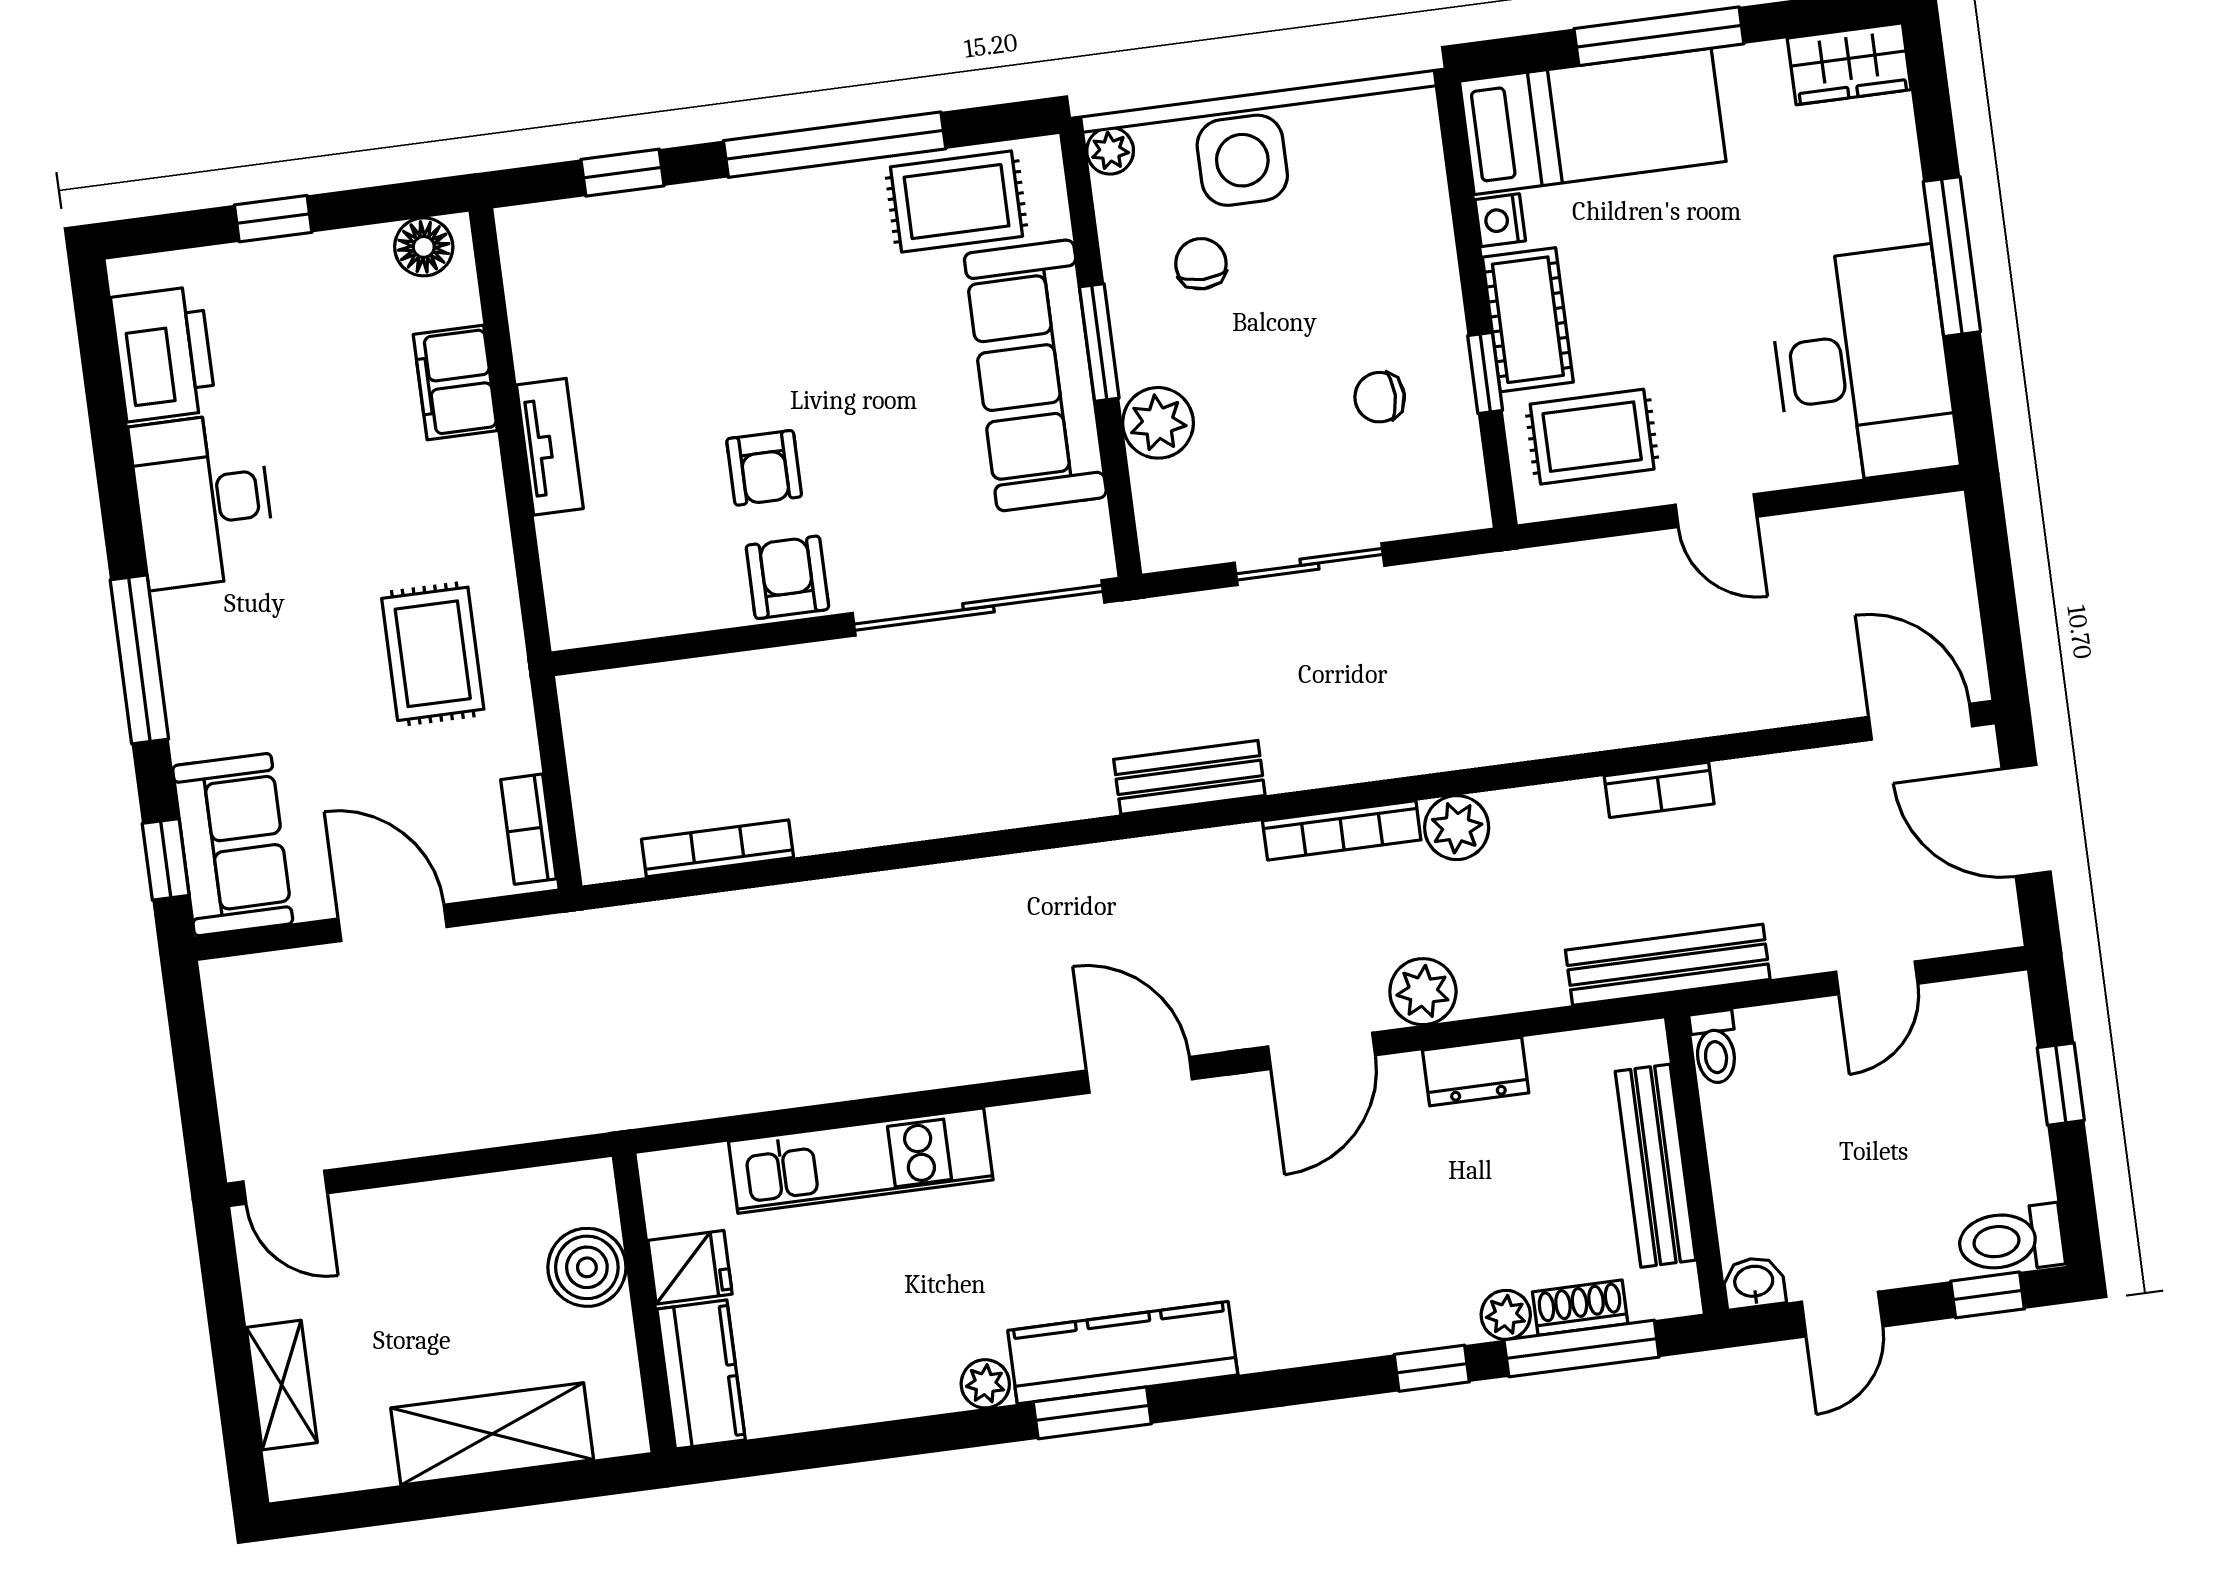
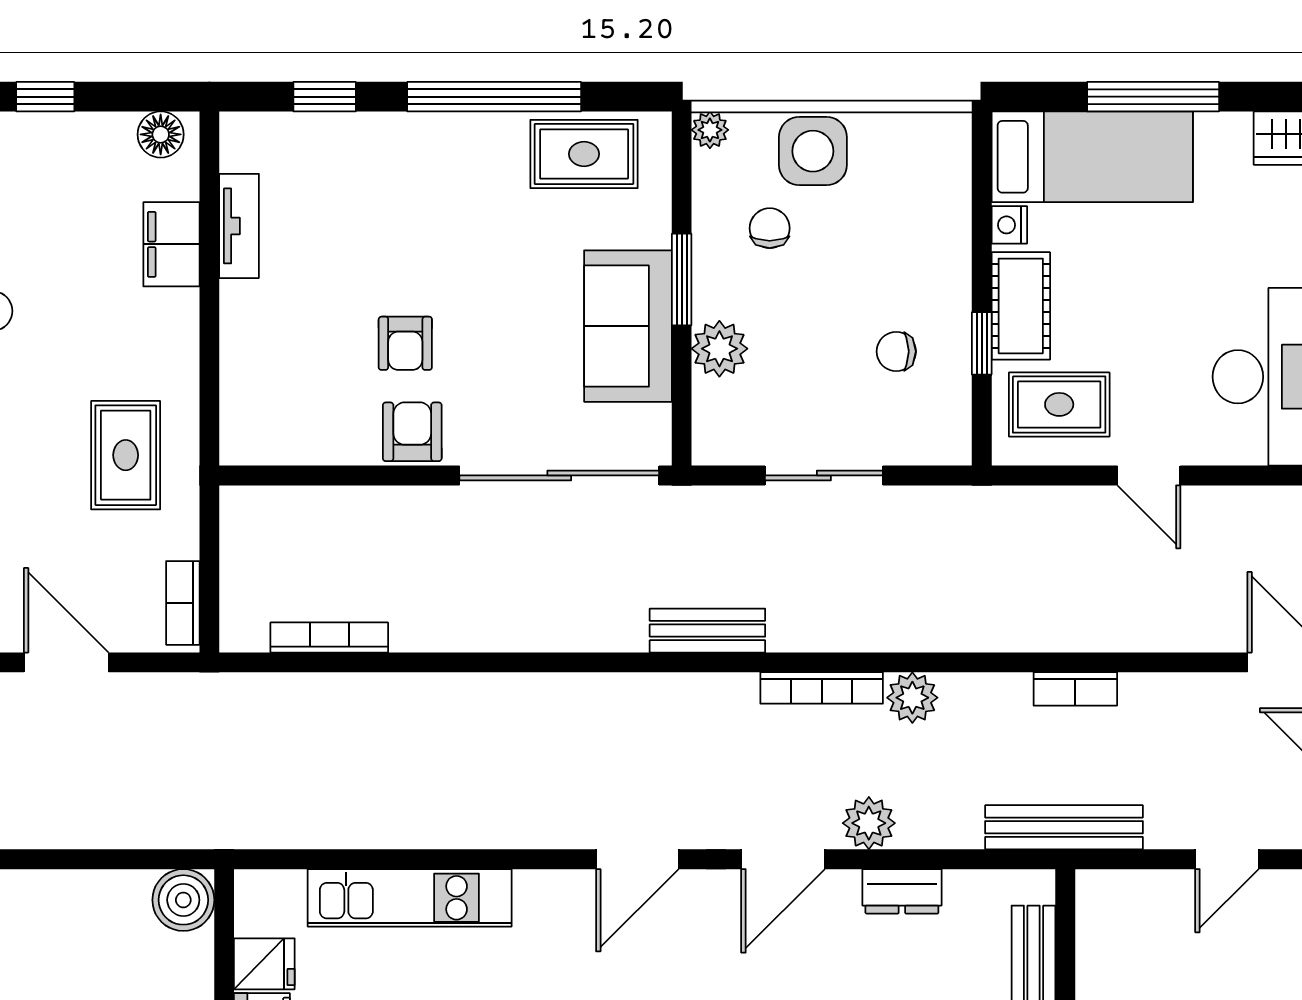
sofa: (1035, 375) -> (628, 326), width x0.73
tv unit: (550, 447) -> (239, 226), moved
toilet: (1715, 1047) -> (1092, 897), removed
door: (1139, 1075) -> (637, 859), swing flipped
boiler: (587, 1267) -> (183, 900), moved

